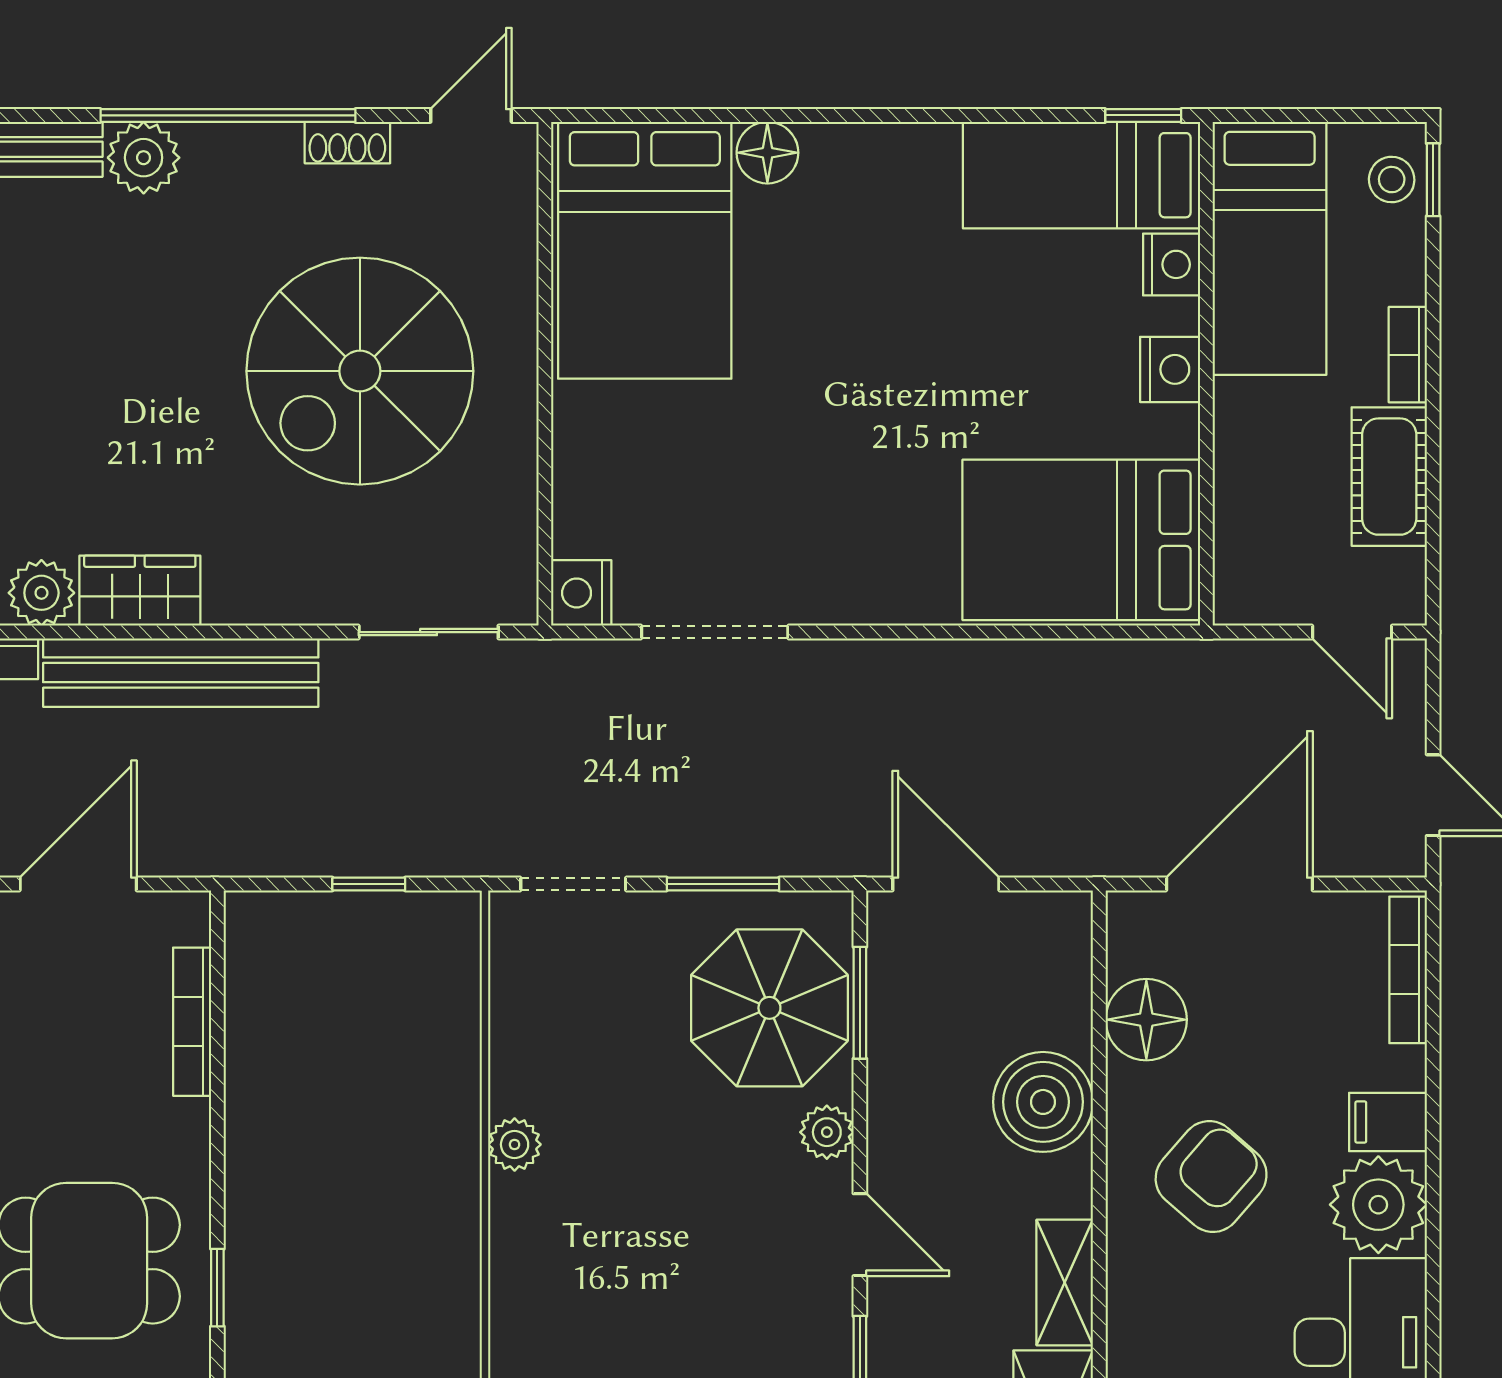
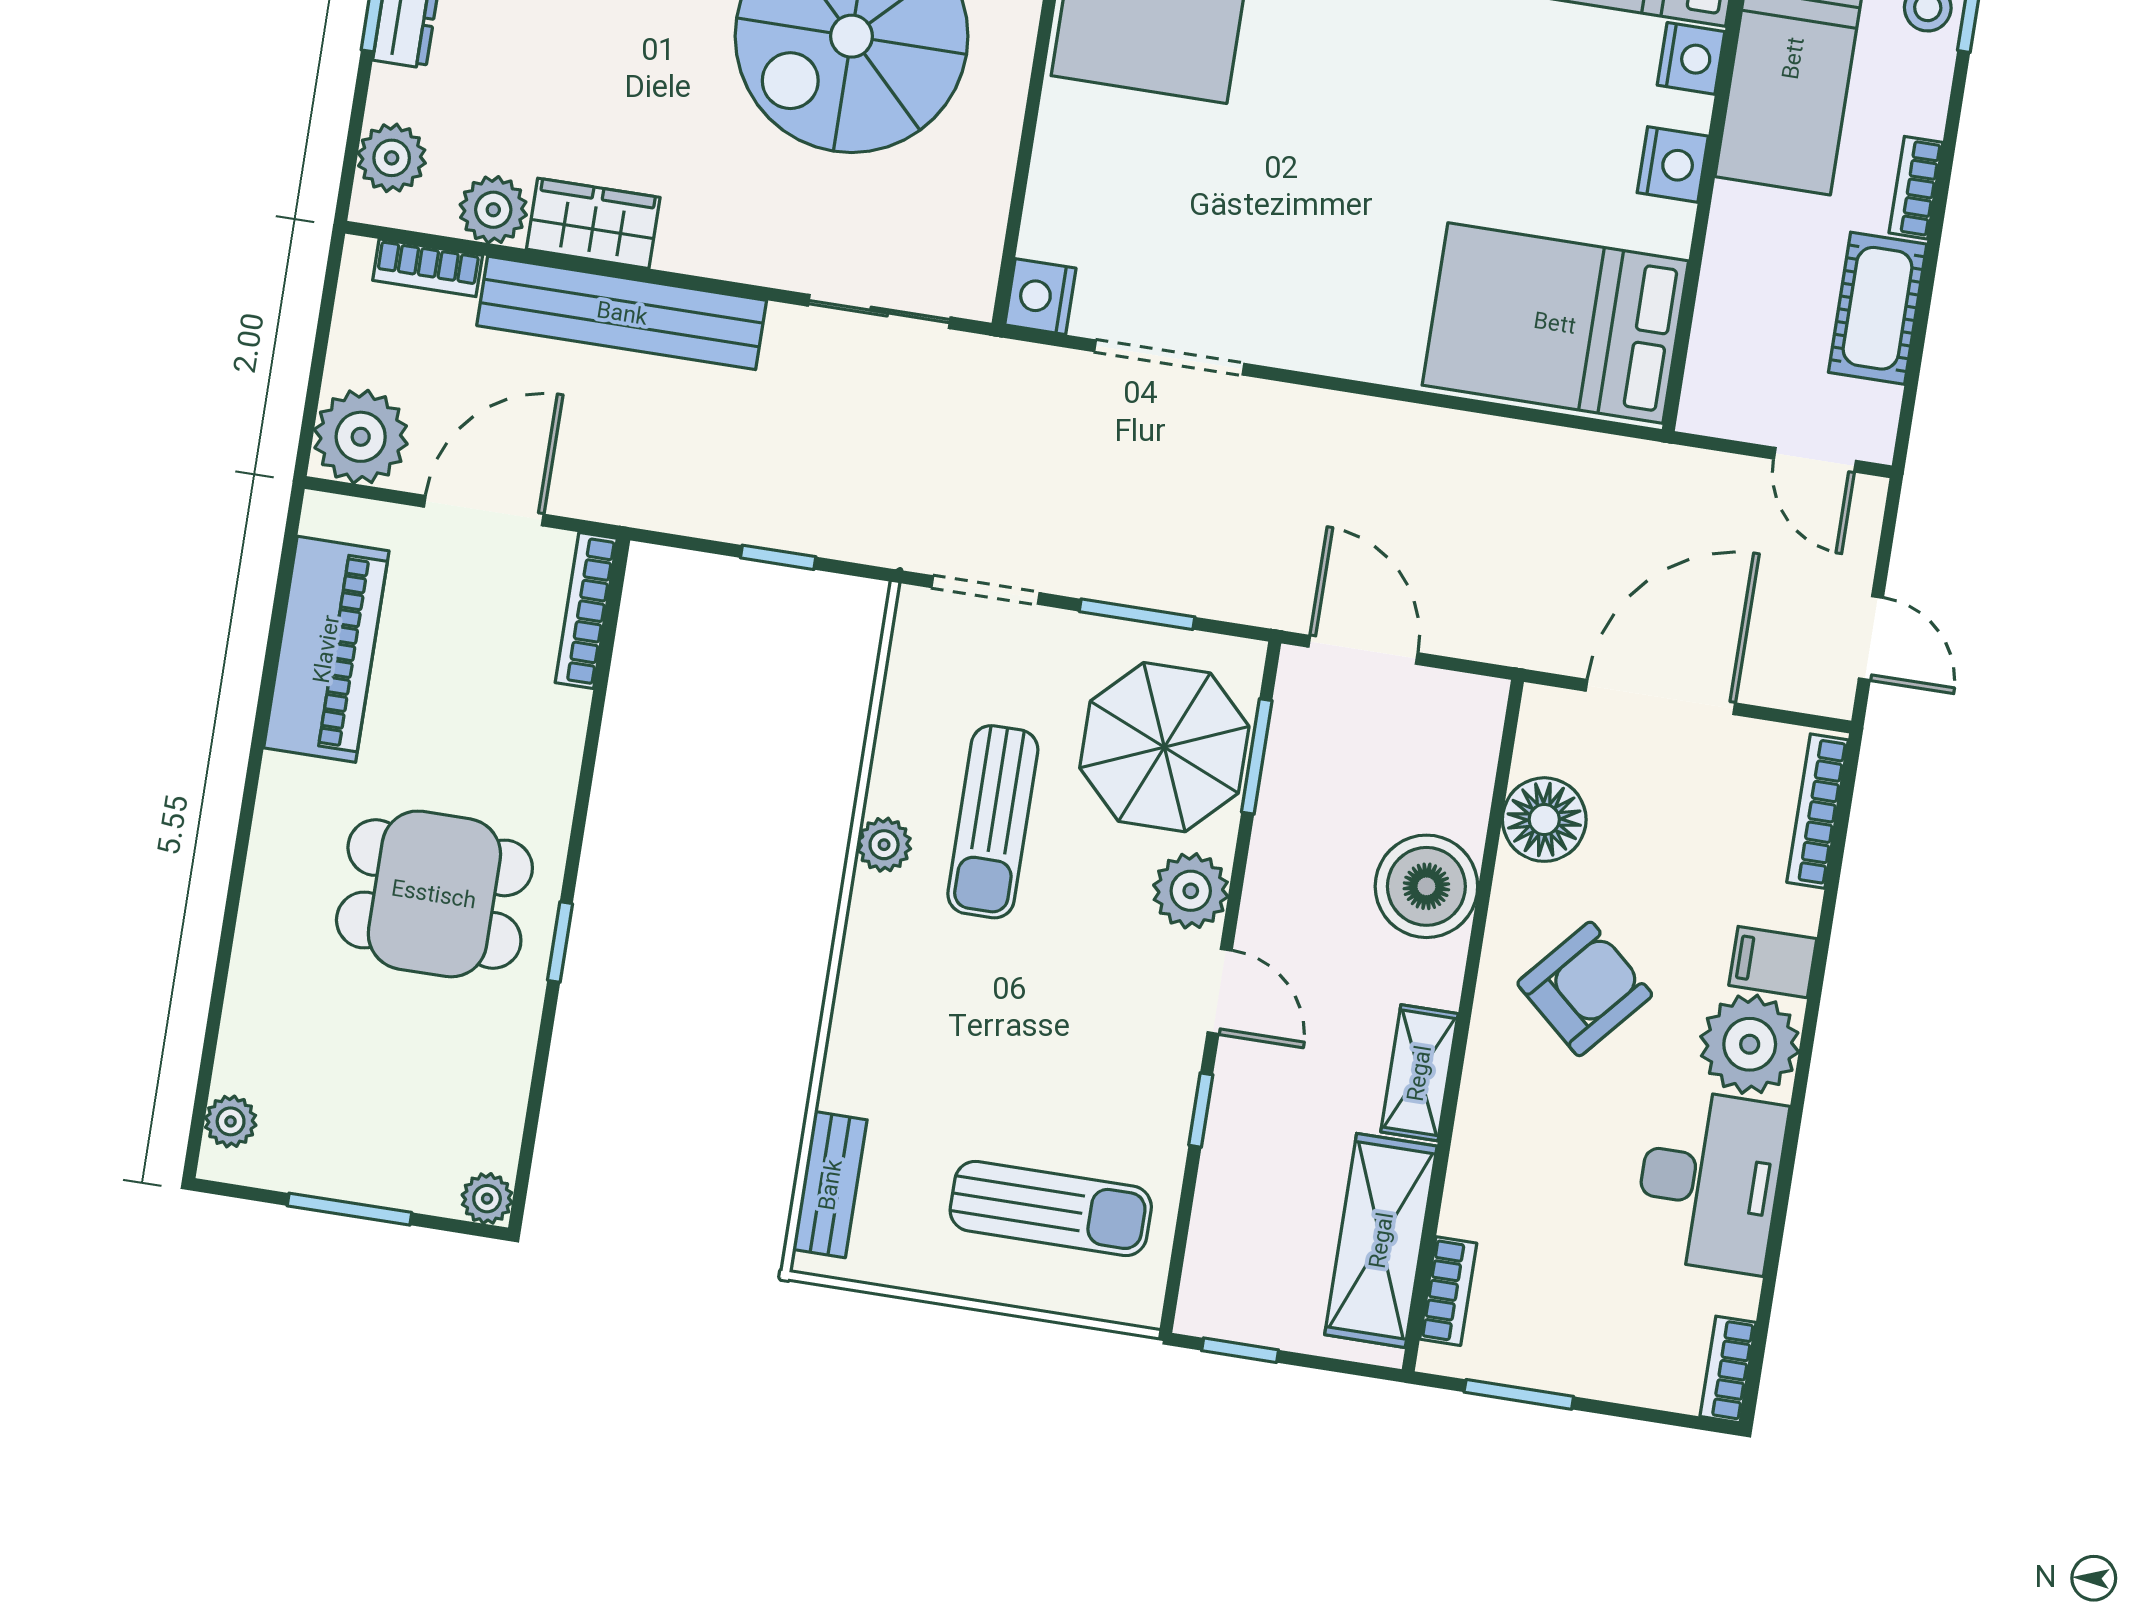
bookcase: (192, 1022) -> (586, 610), moved
sun lounger: (616, 1106) -> (993, 822), added
plant: (827, 1132) -> (1191, 891), width x1.38, depth x1.38

